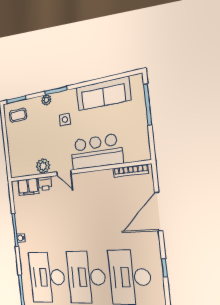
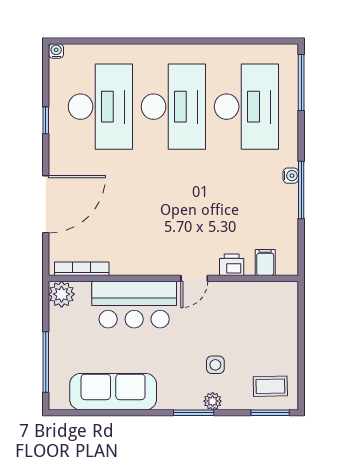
side table: (65, 120) -> (215, 365), moved
plant: (43, 166) -> (62, 294), moved
door: (64, 173) -> (194, 278), swing flipped
filing cabinet: (28, 187) -> (265, 263), width x0.50

